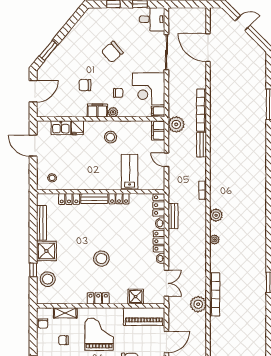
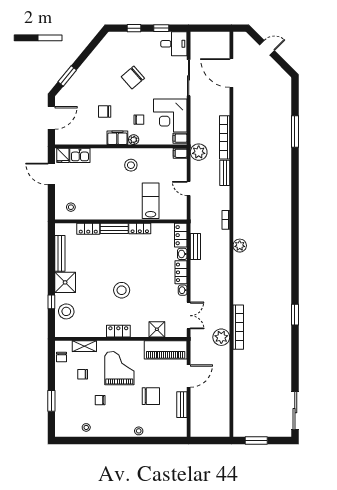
fridge: (77, 128) -> (63, 155), moved
filing cabinet: (158, 130) -> (180, 153), width x0.50
plant: (215, 239) -> (238, 271), removed

